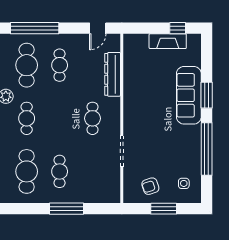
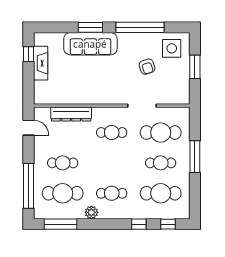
cafe table: (92, 171) -> (161, 133), added
side table: (184, 183) -> (172, 48), width x1.87, depth x1.87
armchair: (150, 186) -> (147, 67), moved

